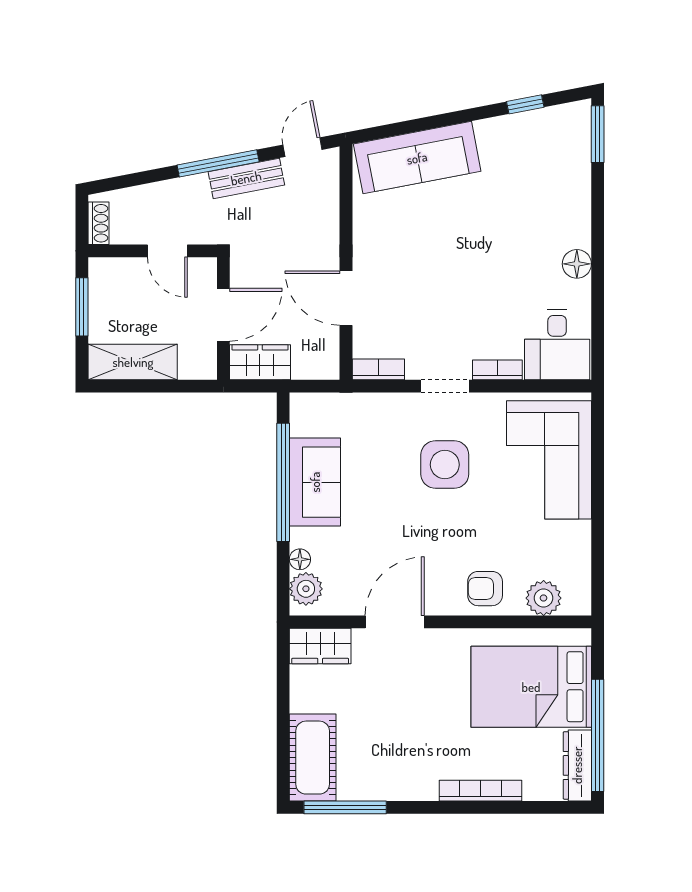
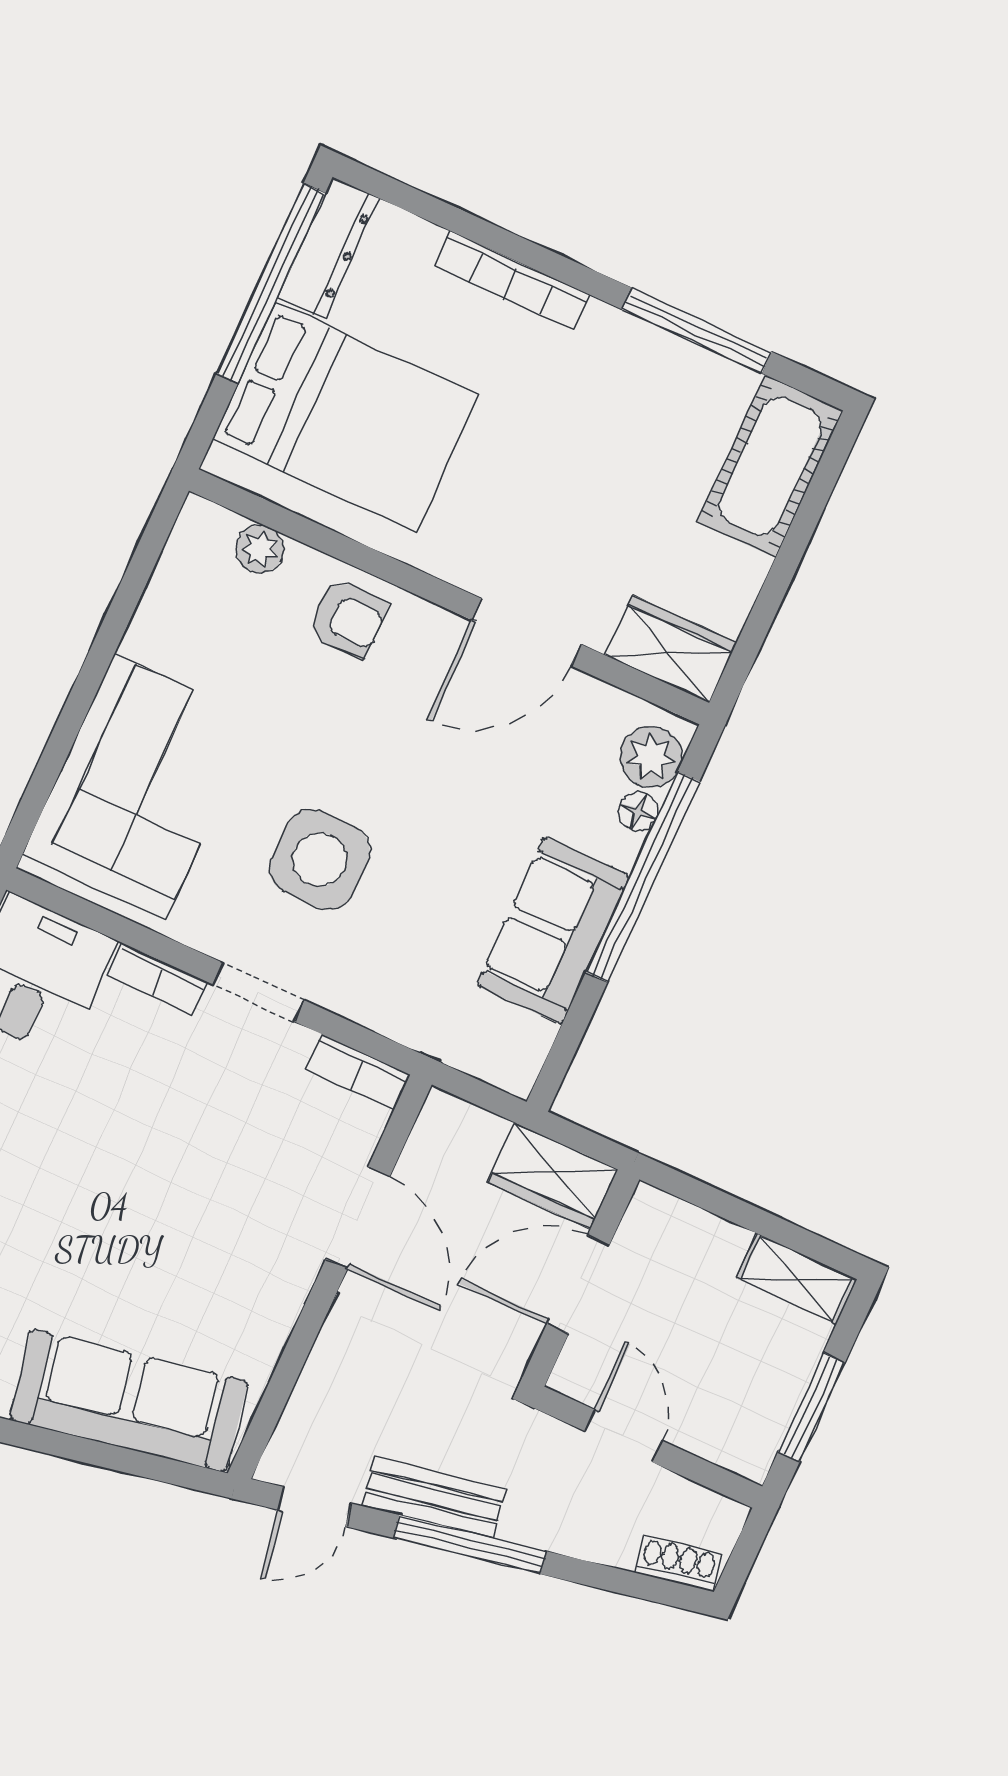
shoe rack: (99, 223) -> (678, 1563), moved, turned 79
shelving: (133, 362) -> (797, 1279), width x0.67, depth x0.75
window: (283, 482) -> (643, 877), moved
plant: (544, 598) -> (260, 549), width x0.73, depth x0.73
window: (345, 807) -> (697, 331), moved

